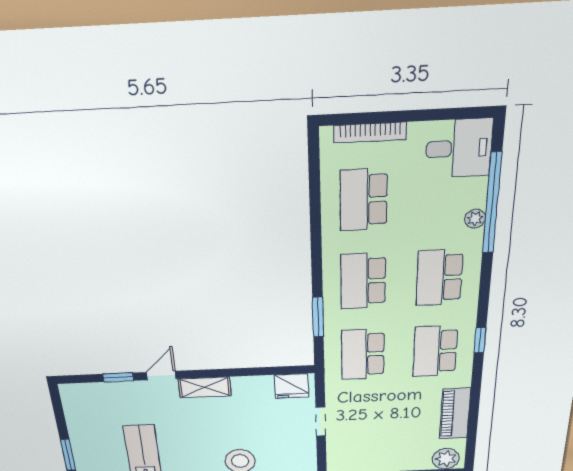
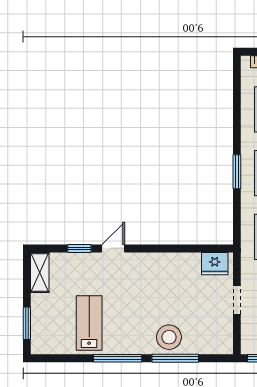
window: (318, 317) -> (237, 172), moved
shelving: (205, 387) -> (40, 272), moved, turned 90

